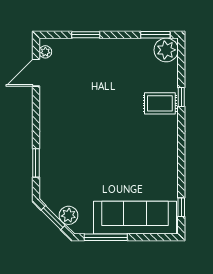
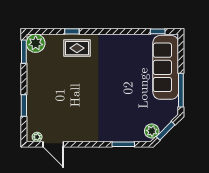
rug: (160, 103) -> (77, 48), turned 90
plant: (68, 215) -> (152, 131), moved

